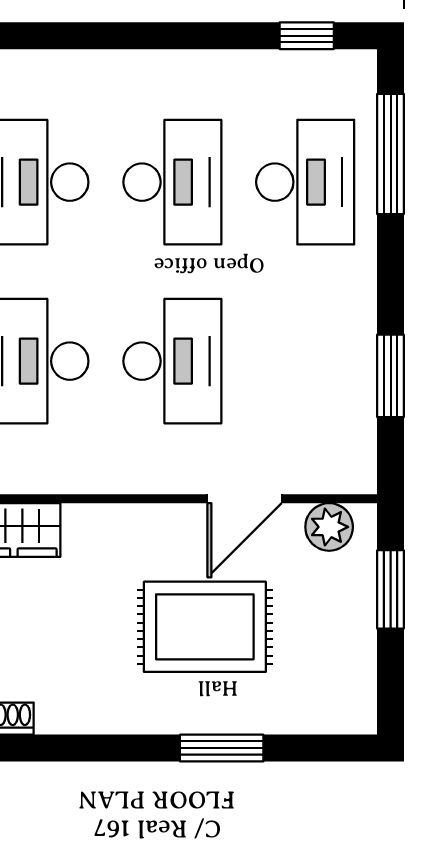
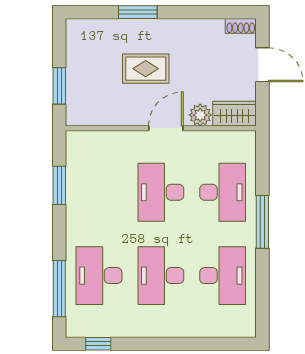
door: (245, 499) -> (166, 128), moved
plant: (329, 527) -> (200, 115), moved
rug: (205, 627) -> (146, 69), width x0.73, depth x0.70

